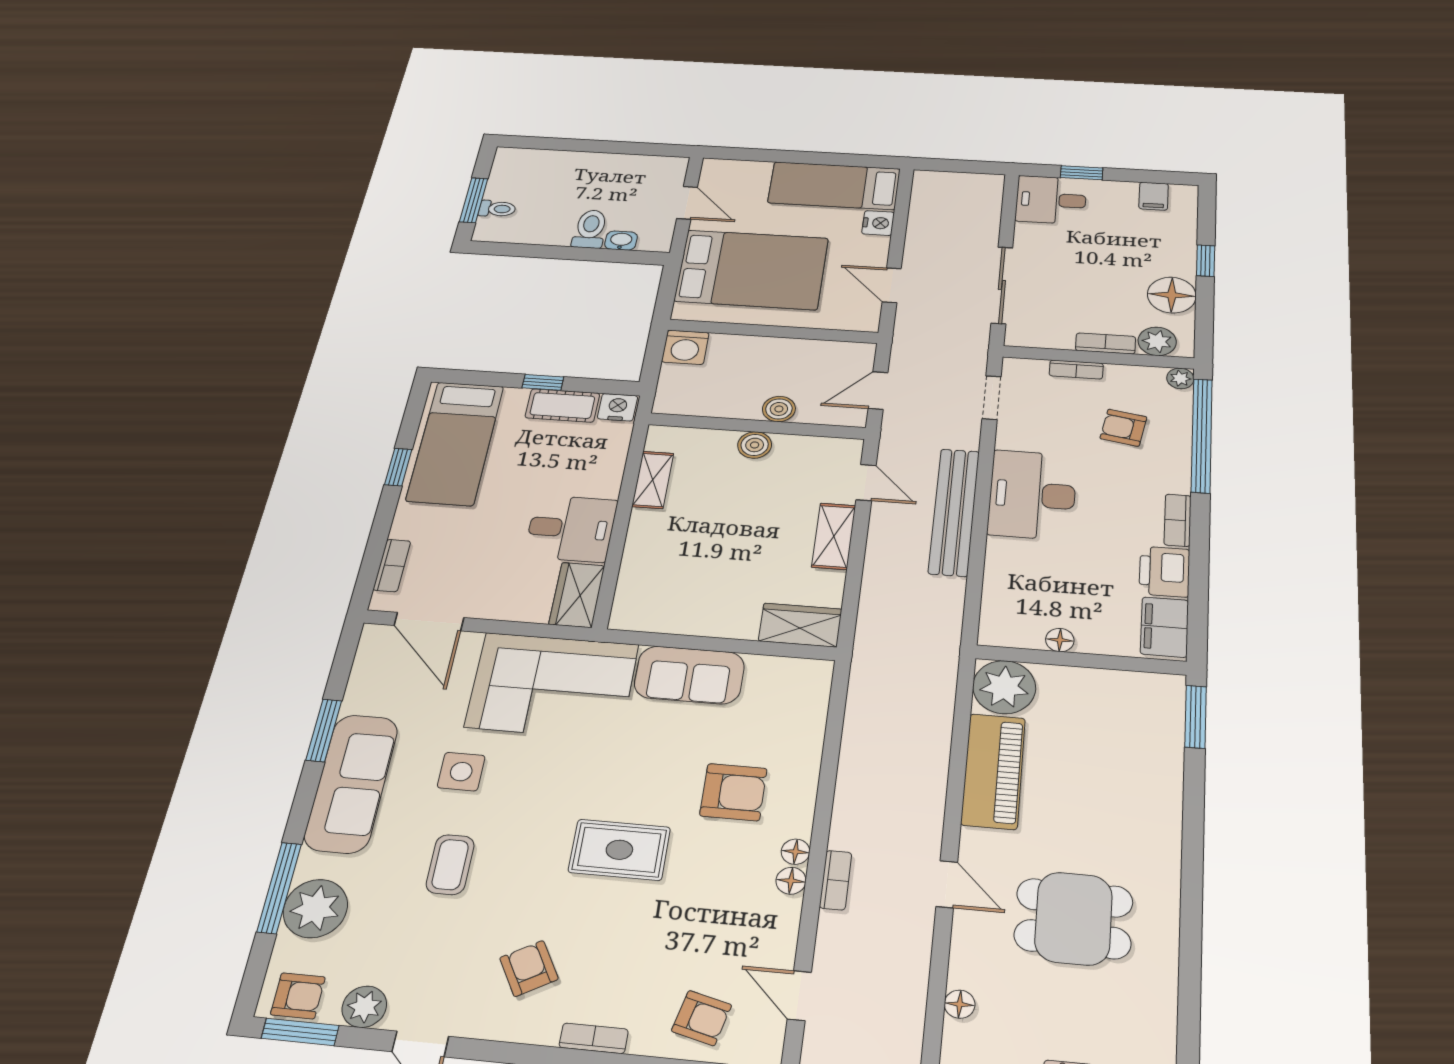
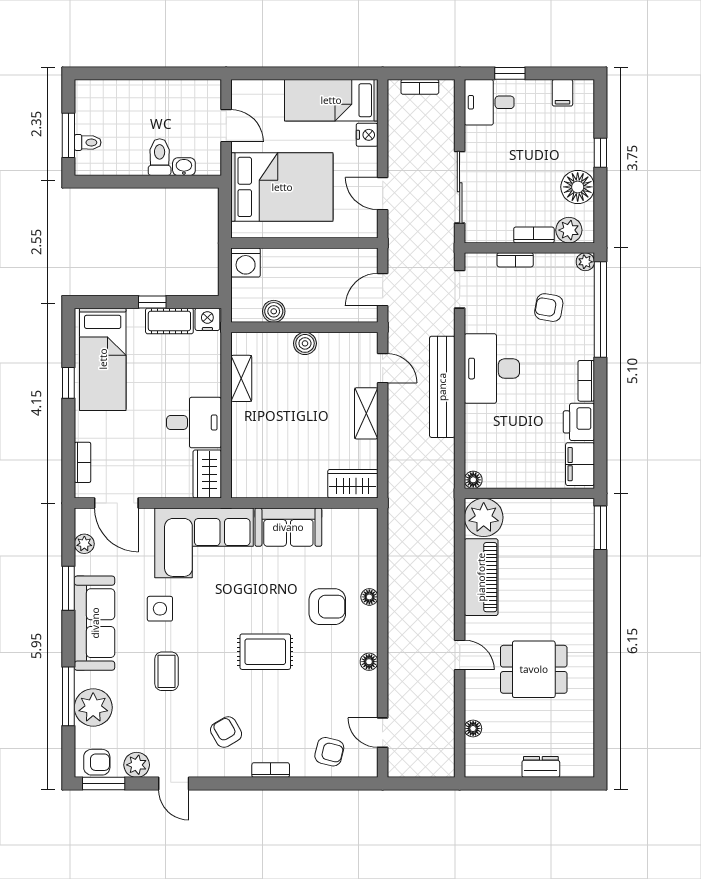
boiler: (779, 409) -> (274, 311), moved
floor lamp: (1060, 640) -> (473, 480), moved
plant: (365, 672) -> (84, 544), added
floor lamp: (796, 852) -> (369, 597), moved
bookcase: (836, 880) -> (420, 87), moved, turned 90

